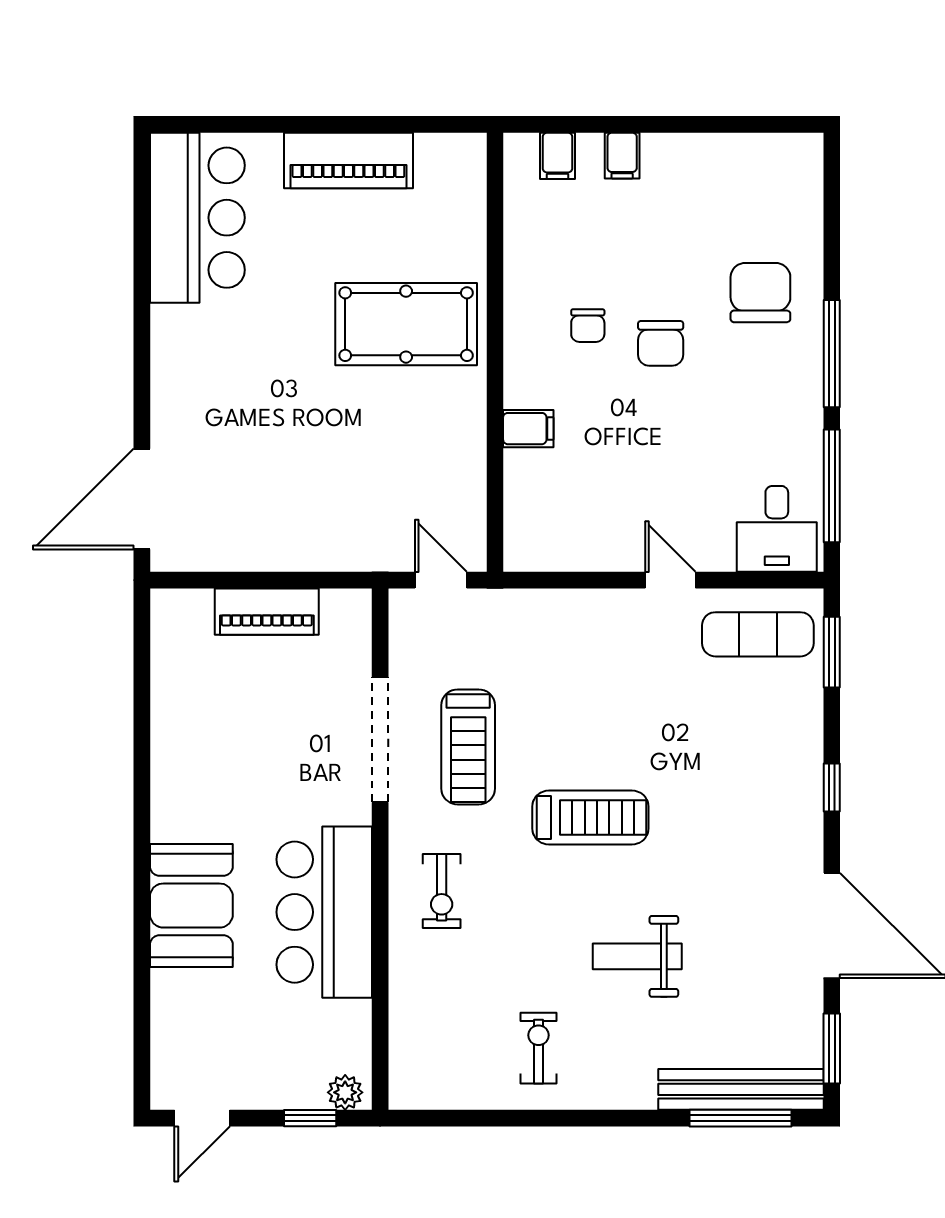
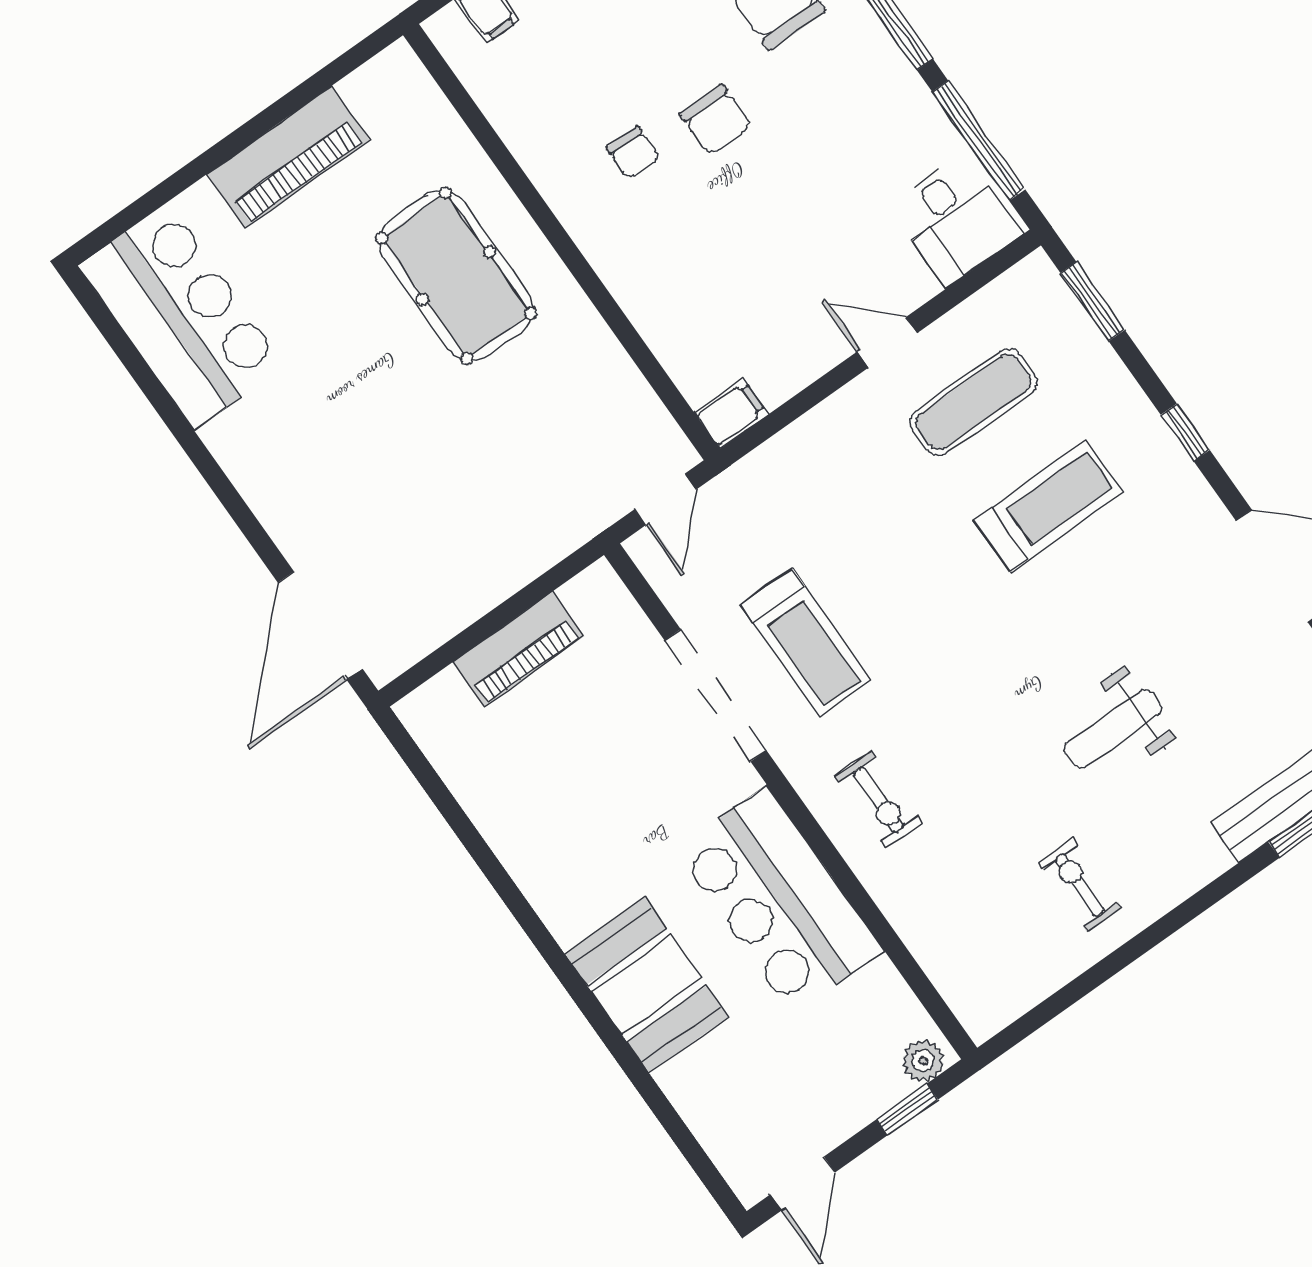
pool table: (406, 324) -> (456, 276), turned 90
filing cabinet: (528, 429) -> (731, 414), moved
door: (441, 580) -> (665, 499), swing flipped
exercise mat: (758, 634) -> (973, 402), moved
treadmill: (590, 818) -> (1048, 506), moved

